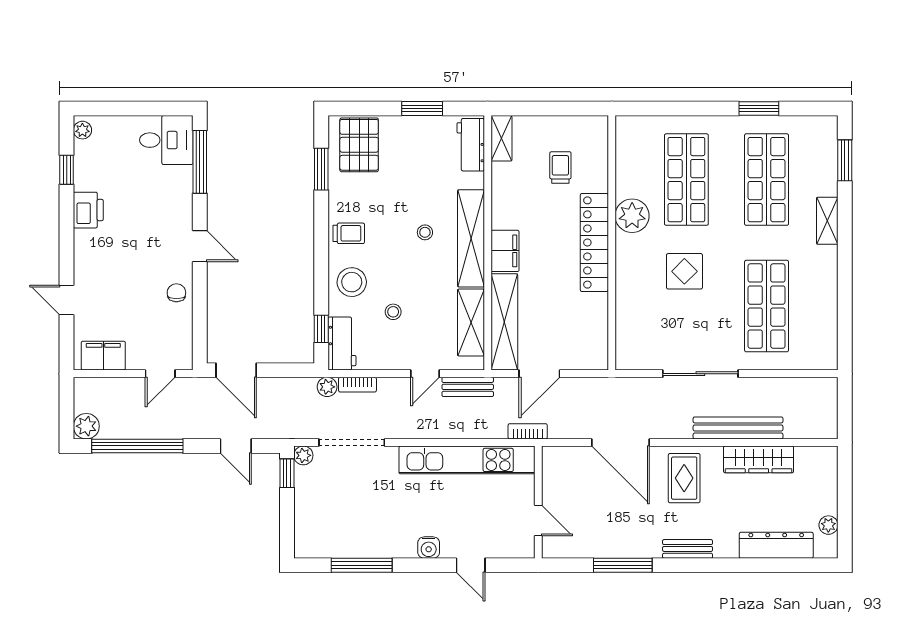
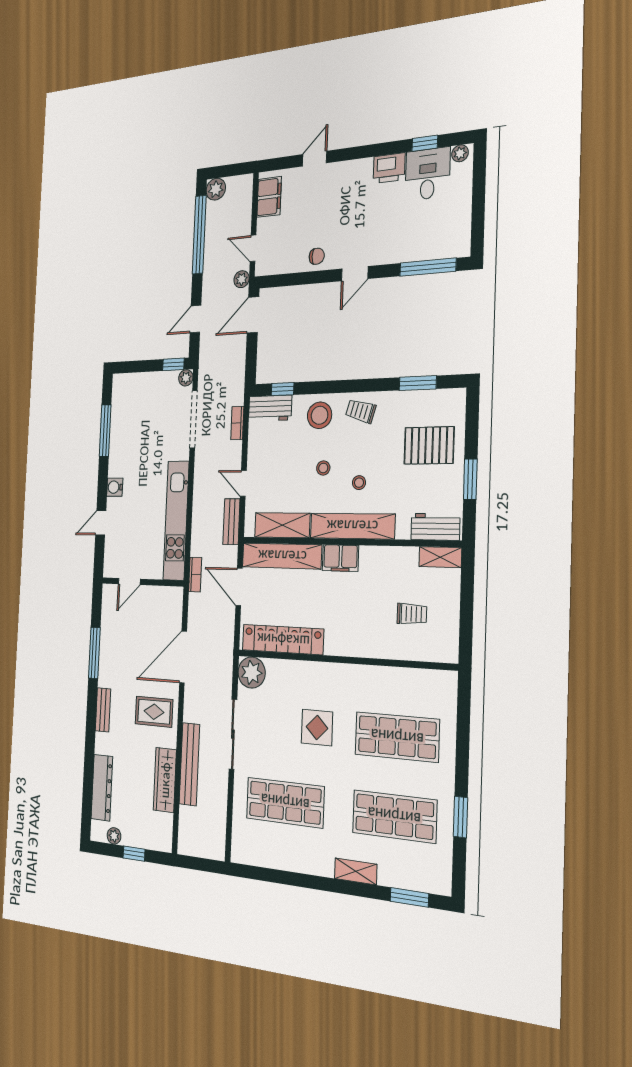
desk: (166, 140) -> (428, 174), moved, turned 180
pallet: (359, 145) -> (429, 445), moved
plant: (632, 216) -> (252, 673), moved
trolley: (349, 233) -> (361, 411), turned 106
locker: (594, 242) -> (283, 640), moved
stool: (393, 312) -> (323, 468), moved
plant: (327, 387) -> (242, 279), moved
window: (845, 496) -> (134, 854), added

